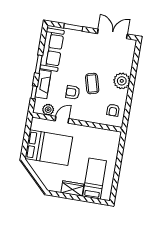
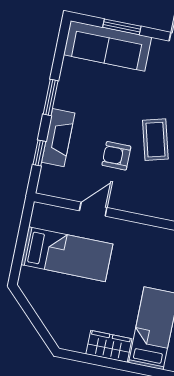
sofa: (52, 50) -> (108, 46), moved, turned 90
plant: (48, 110) -> (66, 188), removed
bed: (49, 148) -> (67, 254), width x0.67

